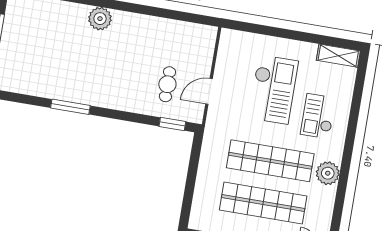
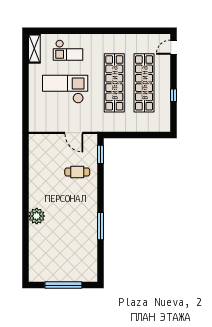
cafe table: (167, 84) -> (77, 172), moved
checkout: (318, 116) -> (68, 50), moved
plant: (328, 173) -> (116, 42), removed

